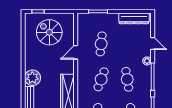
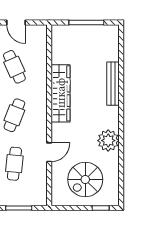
spiral stairs: (49, 32) -> (85, 180), turned 90
plant: (32, 78) -> (108, 141), moved

